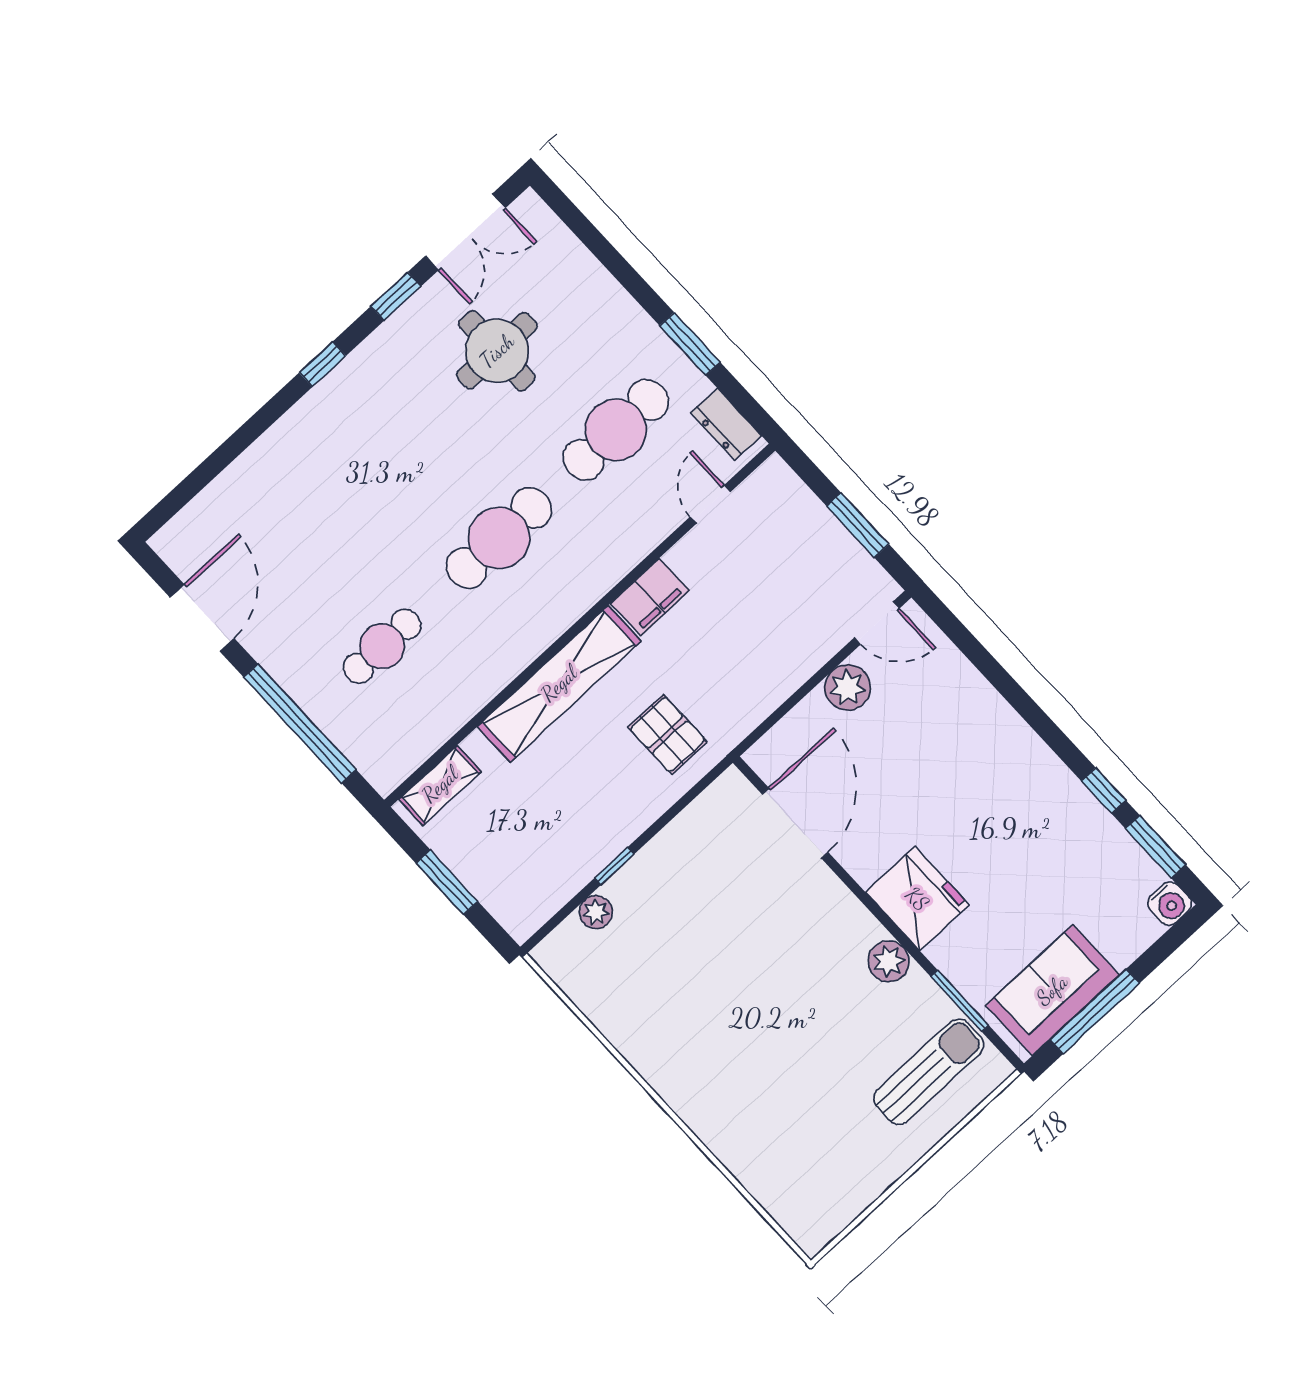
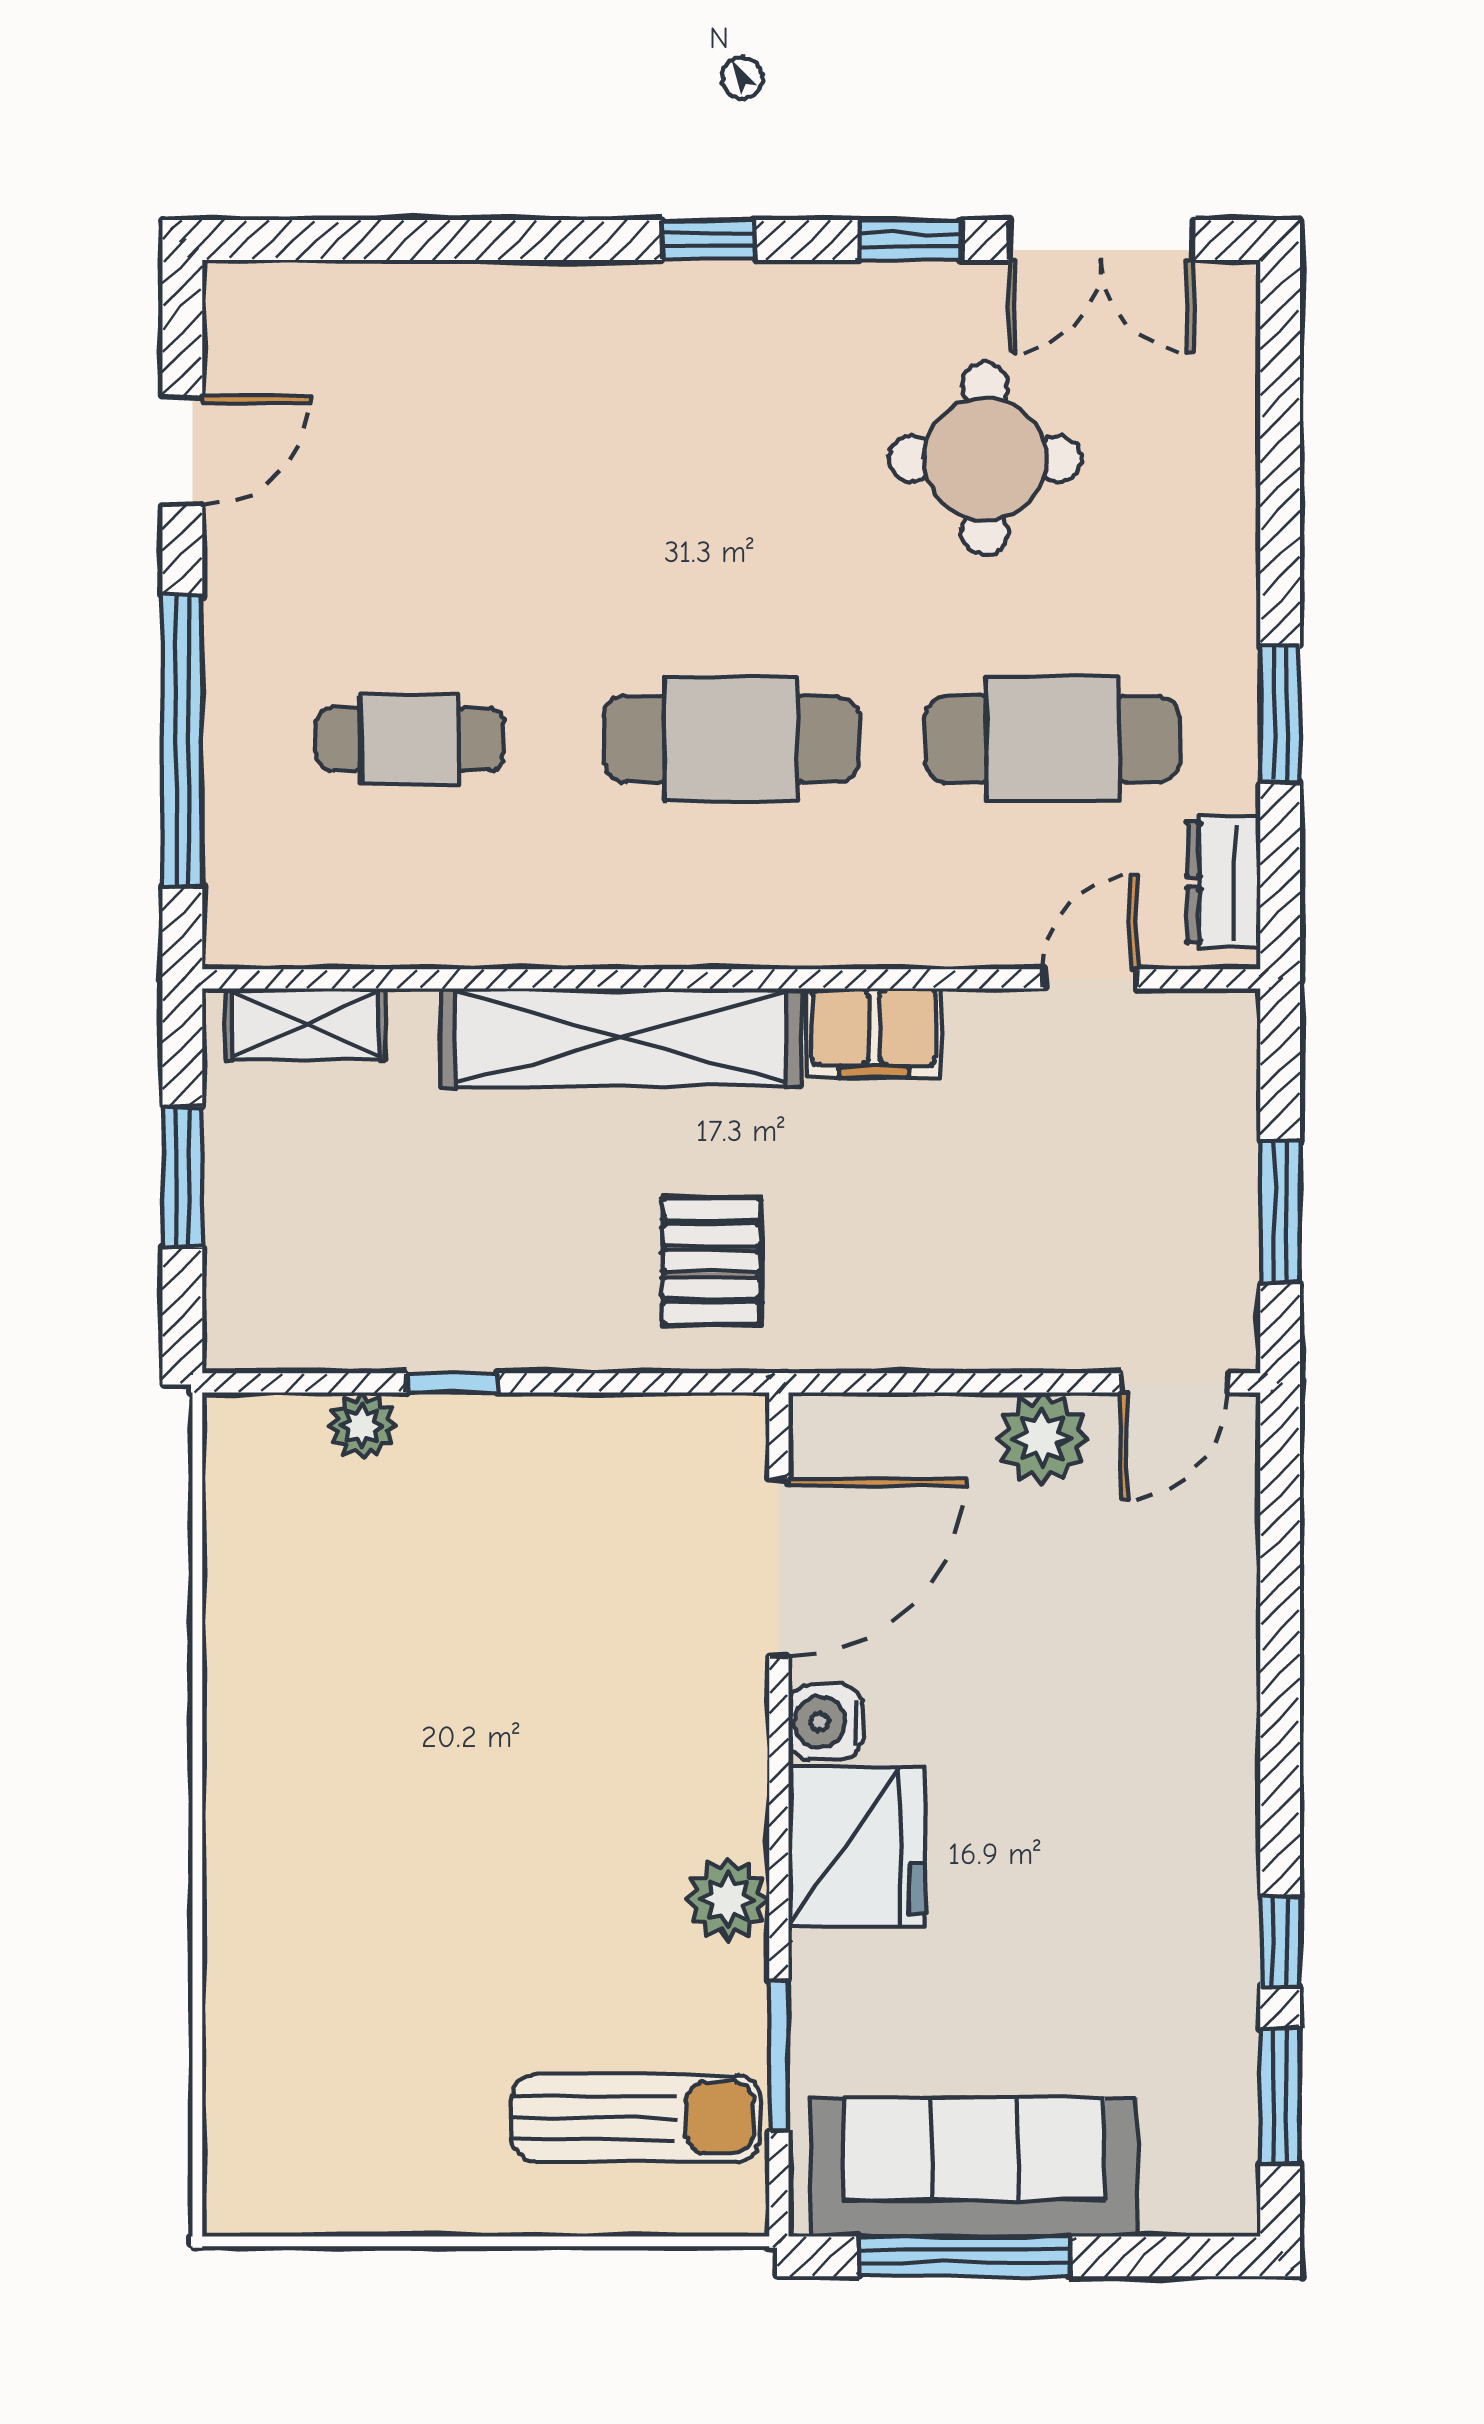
door: (202, 618) -> (182, 450), width x0.73
door: (877, 623) -> (1174, 1383), hinge flipped
water cooler: (1169, 903) -> (826, 1722), moved, turned 90
sofa: (1052, 990) -> (974, 2167), width x1.36

